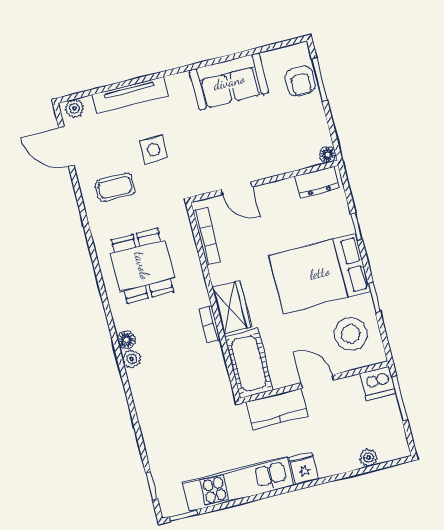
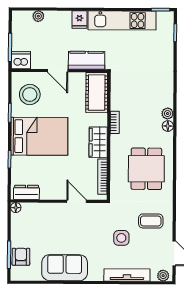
wardrobe: (232, 307) -> (98, 142), moved

